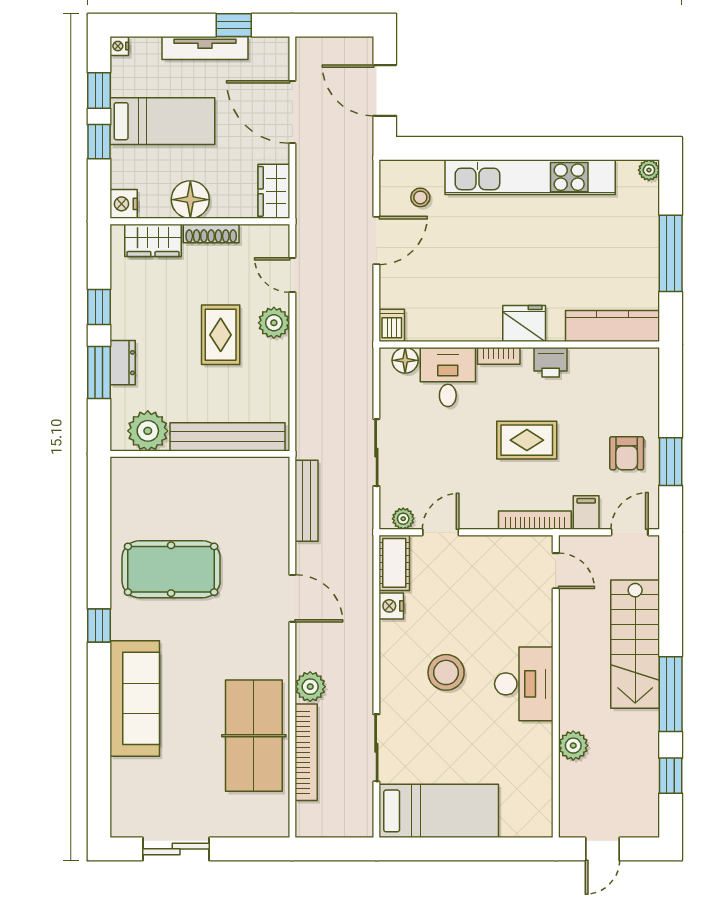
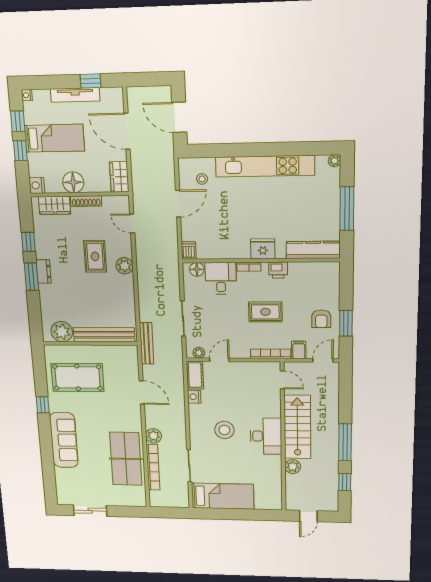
plant: (274, 323) -> (125, 266), moved
plant: (148, 431) -> (62, 332), moved
bench: (227, 437) -> (104, 335), moved
wall: (200, 454) -> (90, 343), moved
stairs: (635, 644) -> (297, 427), moved, turned 180

